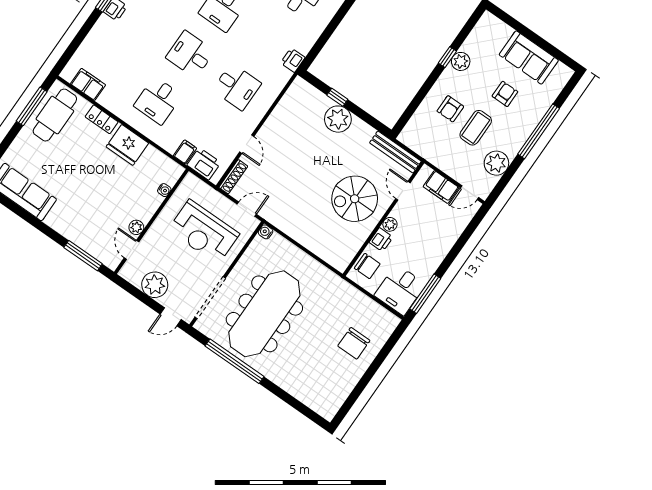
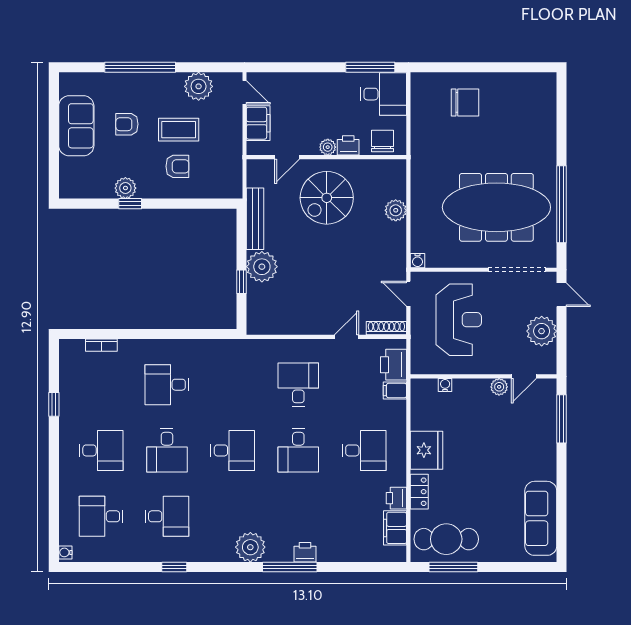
printer: (293, 60) -> (396, 498), moved, turned 90
bench: (395, 152) -> (255, 219), moved
spiral stairs: (355, 199) -> (327, 198), turned 90
plant: (312, 241) -> (396, 210), added

